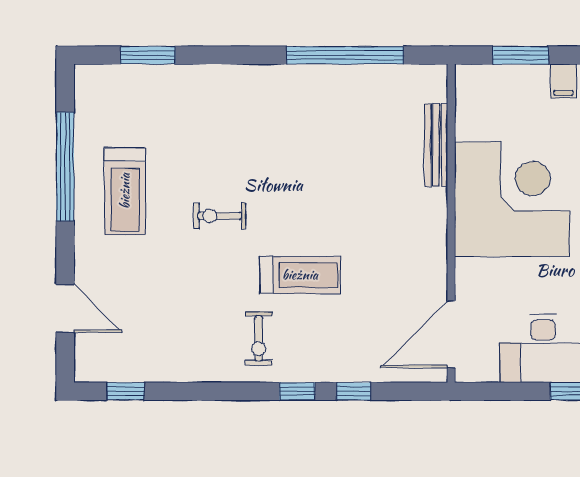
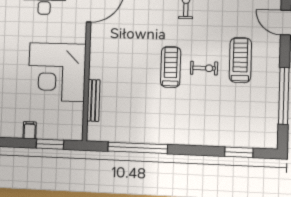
treadmill: (125, 191) -> (240, 60), moved
treadmill: (300, 275) -> (171, 67), moved, turned 90

